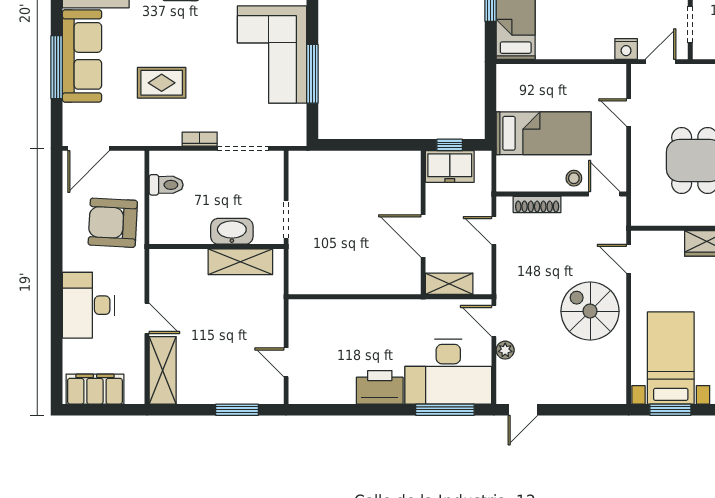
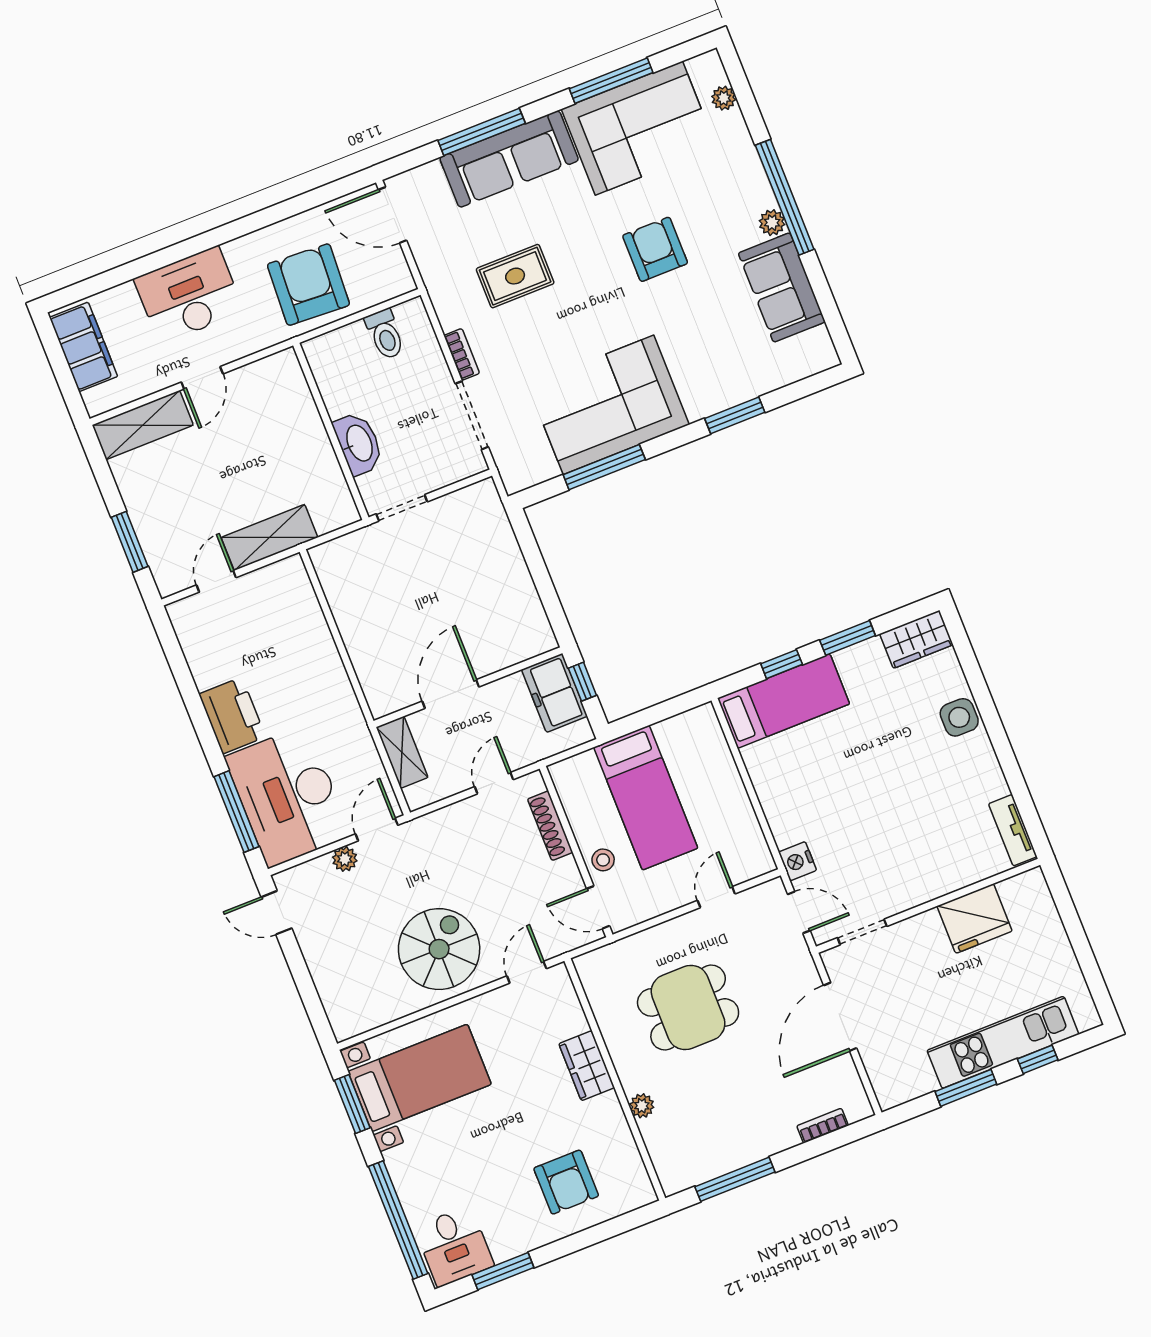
rug: (162, 83) -> (515, 276), turned 90
door: (604, 194) -> (598, 907), swing flipped
shelving: (240, 262) -> (270, 537), moved, turned 90

